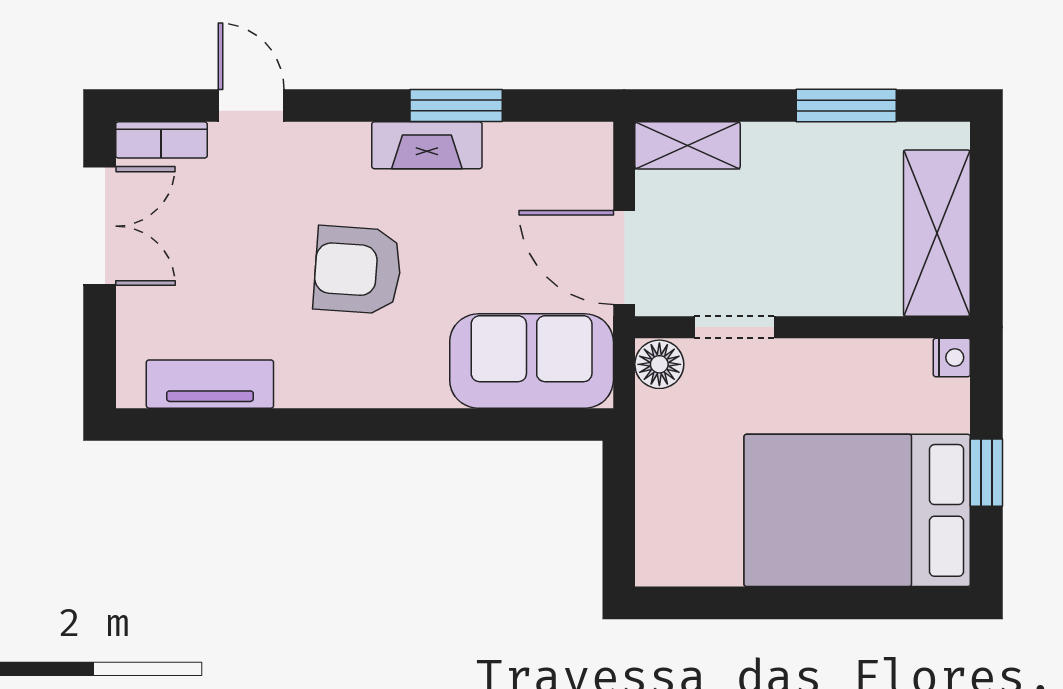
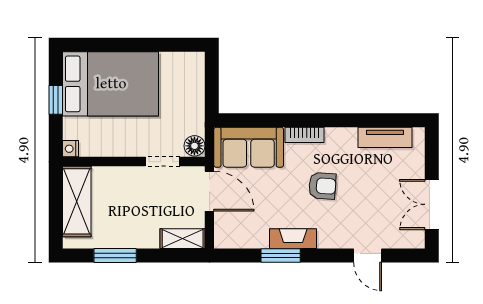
bookcase: (161, 140) -> (304, 135), moved, turned 180
armchair: (358, 270) -> (322, 186), width x0.72, depth x0.72

